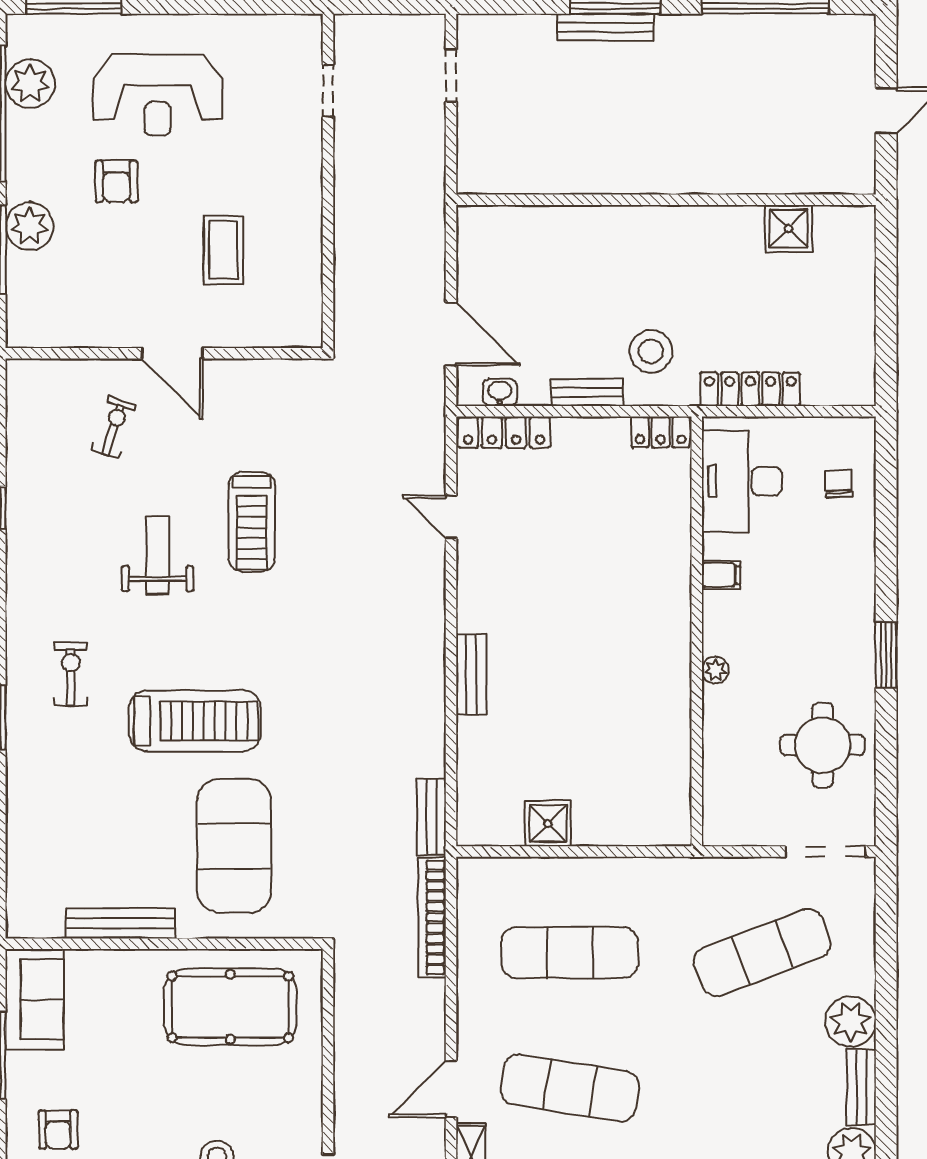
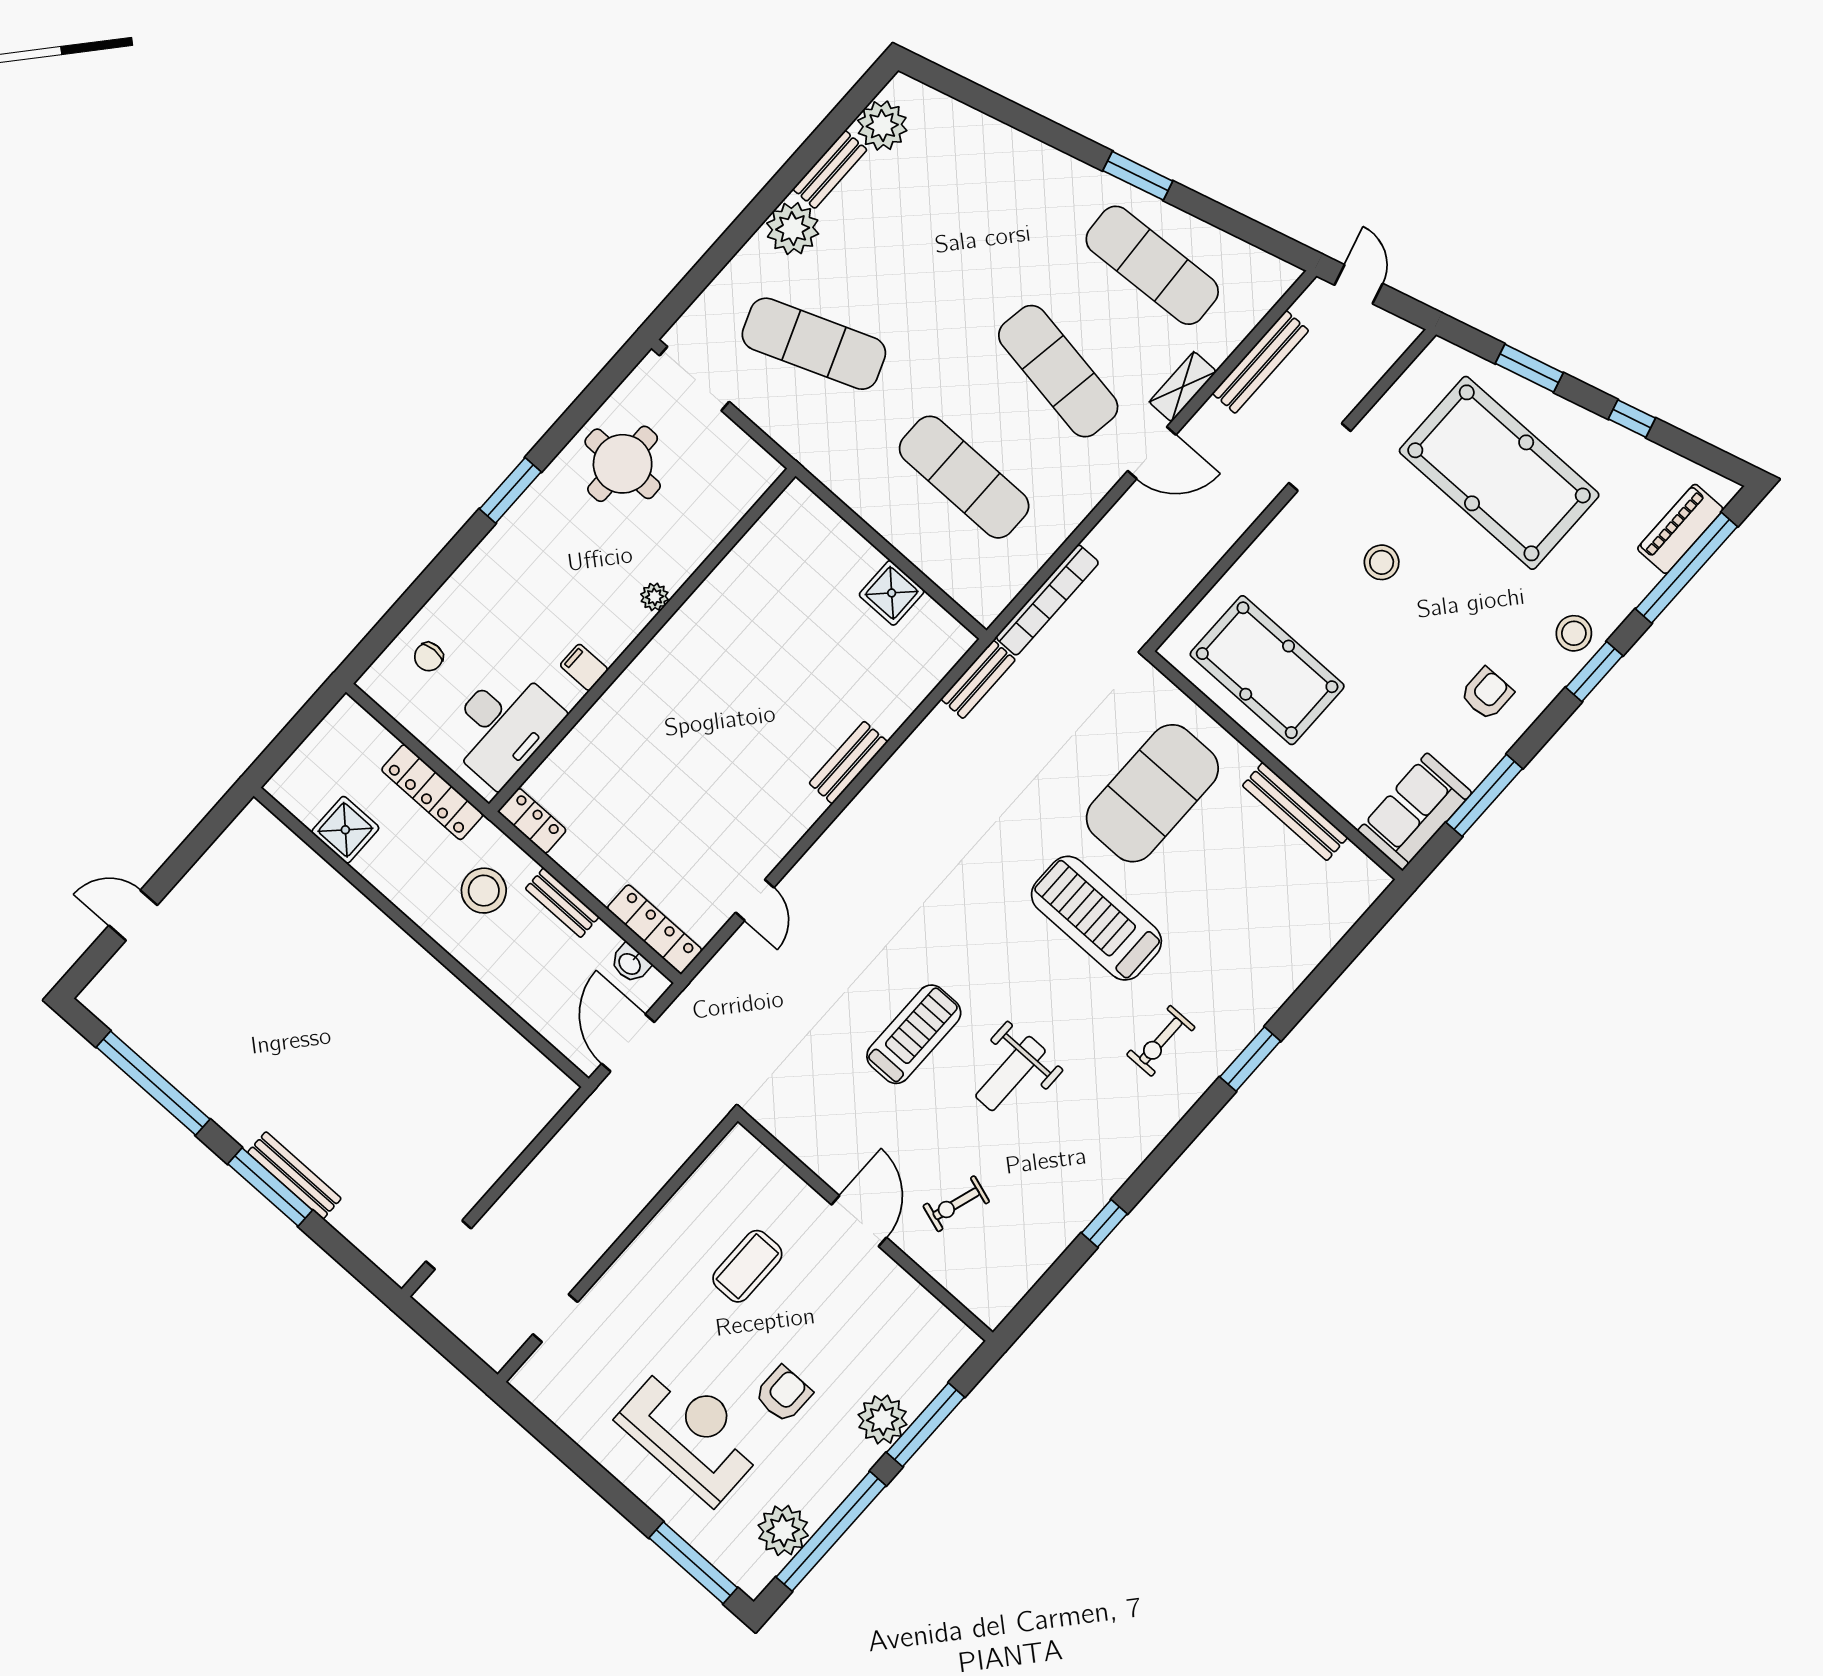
wall: (666, 200) -> (421, 937), moved
shower: (789, 228) -> (345, 830), moved

